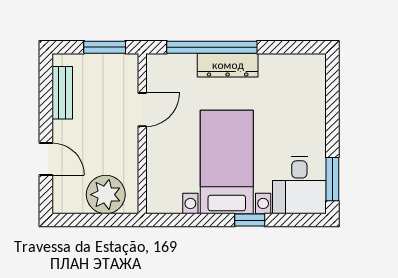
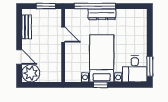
door: (142, 110) -> (63, 35), hinge flipped
plant: (106, 195) -> (31, 73), moved
window: (250, 220) -> (100, 85), moved

